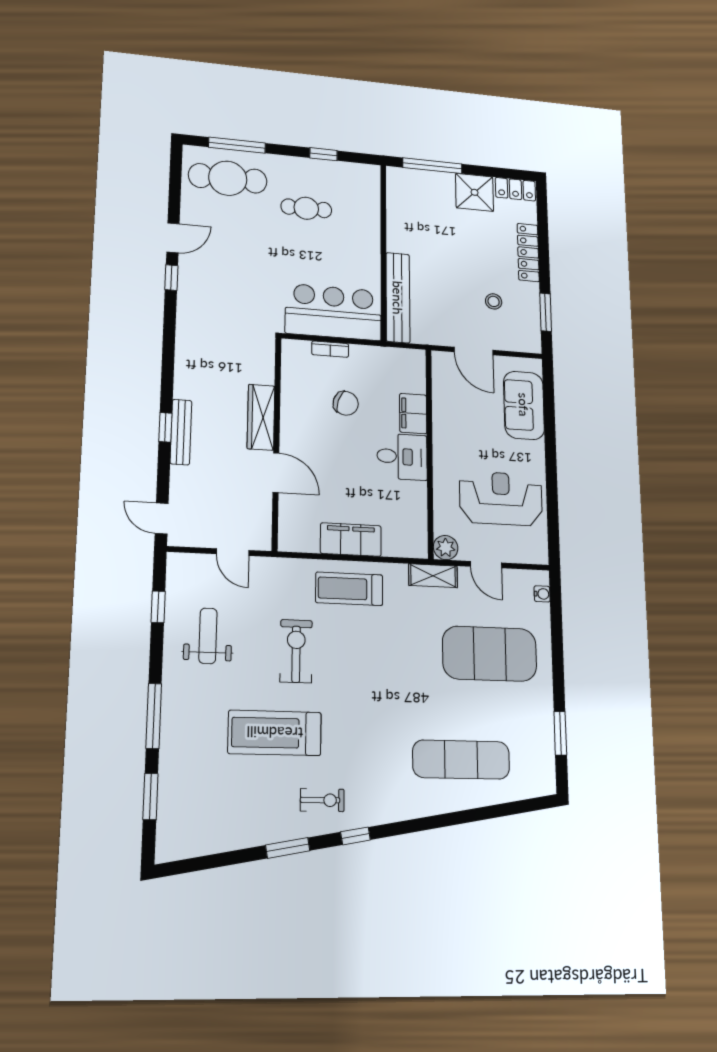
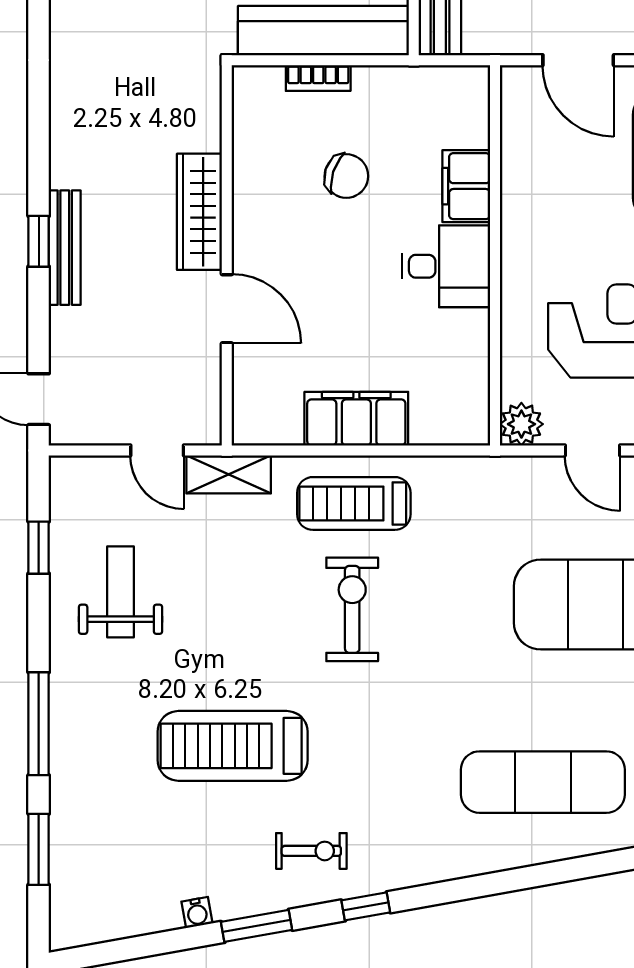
shelving: (433, 576) -> (229, 474), moved
exercise bike: (296, 651) -> (352, 609), moved
water cooler: (250, 839) -> (197, 913), added

